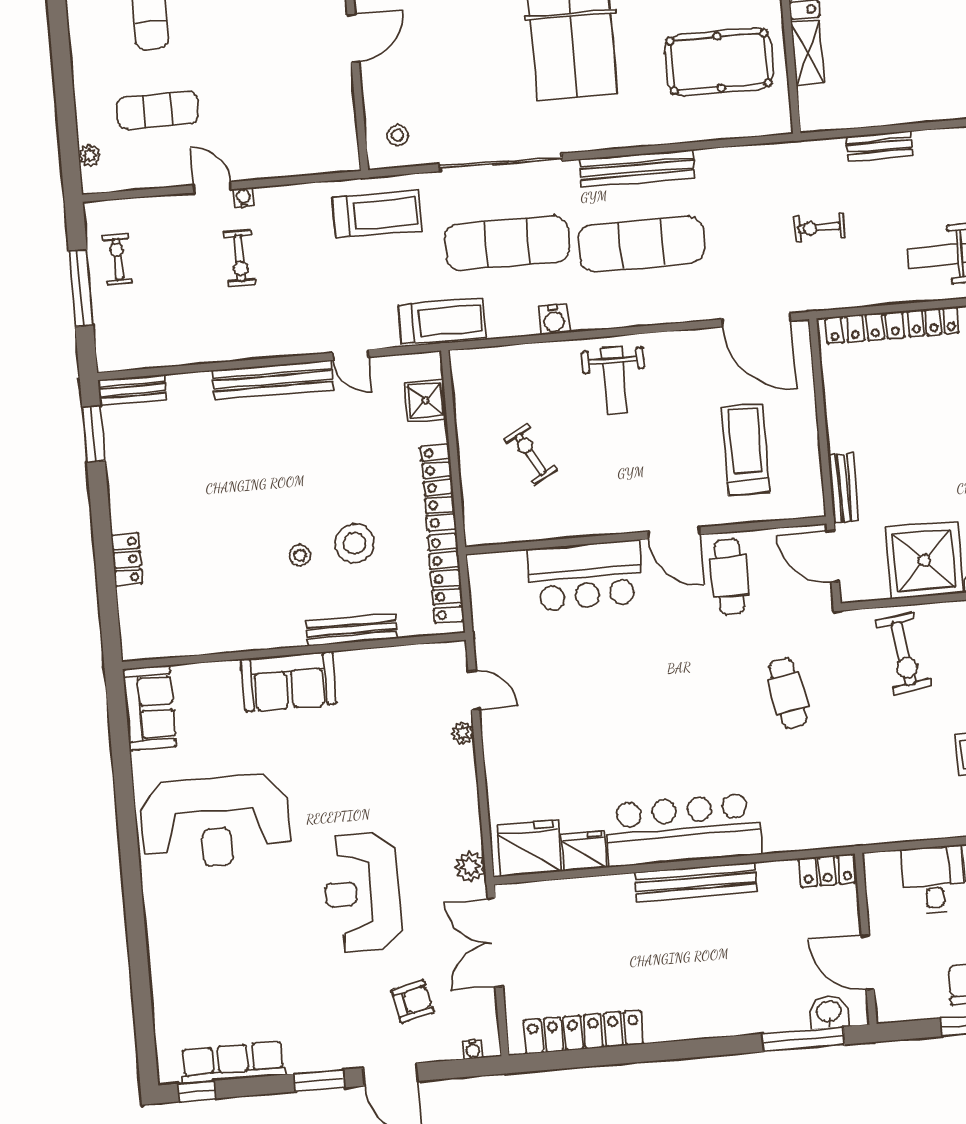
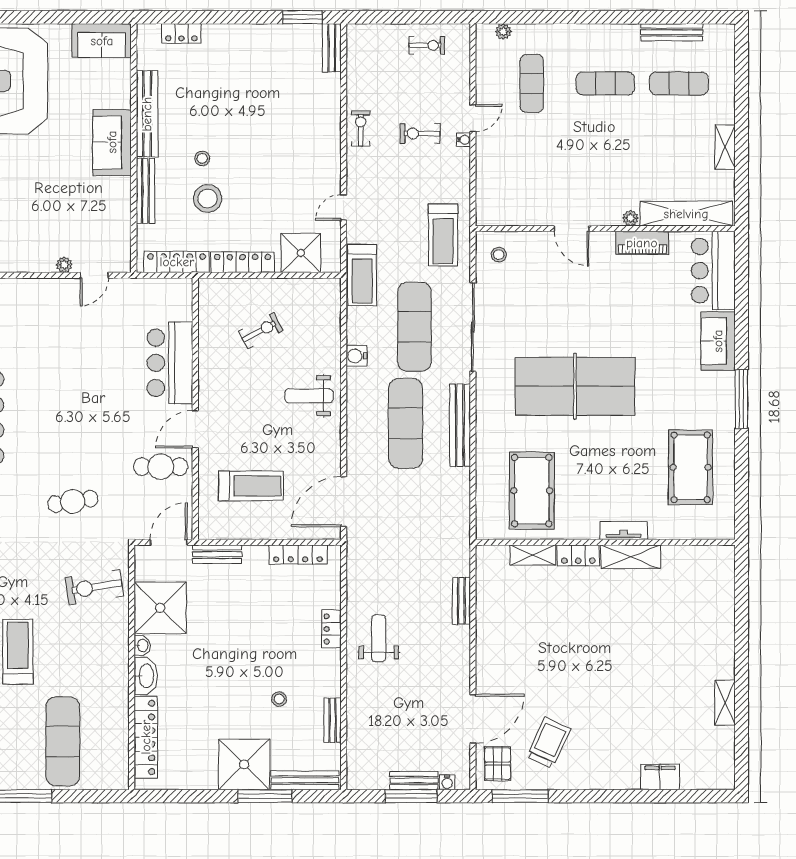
exercise bike: (819, 228) -> (361, 129), moved
window: (81, 288) -> (408, 17), removed
locker: (865, 328) -> (298, 554), moved, turned -90
bench: (273, 380) -> (147, 114), moved
shower: (425, 401) -> (301, 253), width x1.36, depth x1.36
locker: (127, 559) -> (181, 33), moved

